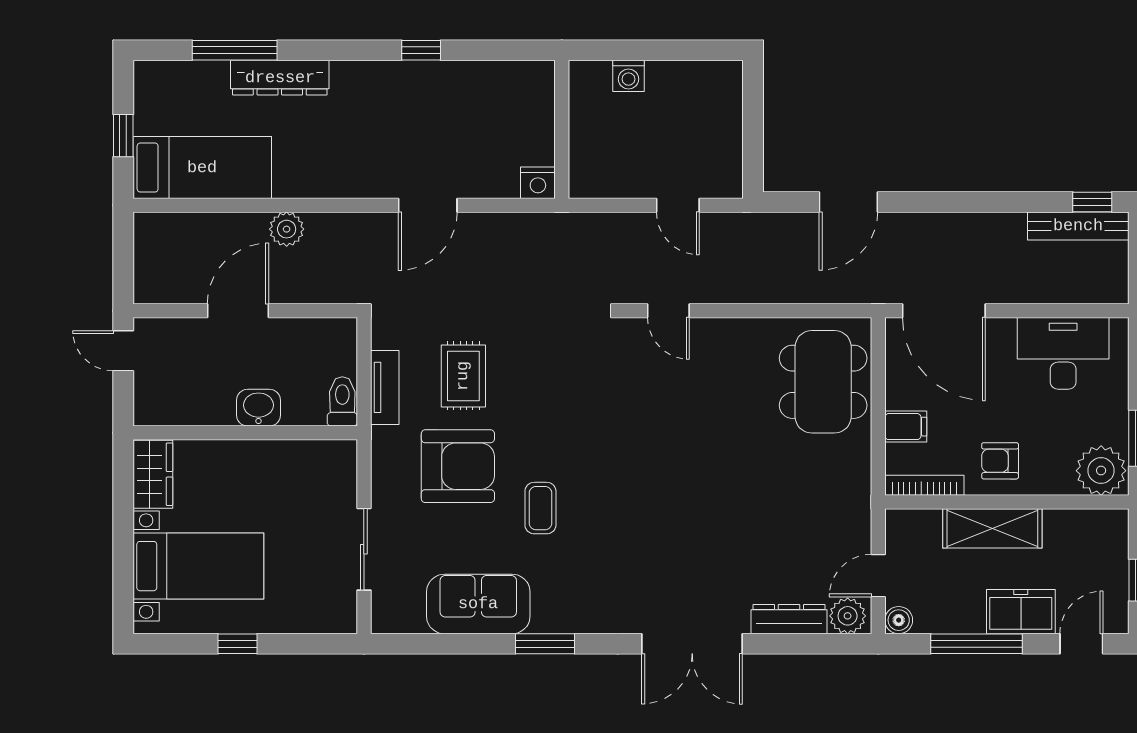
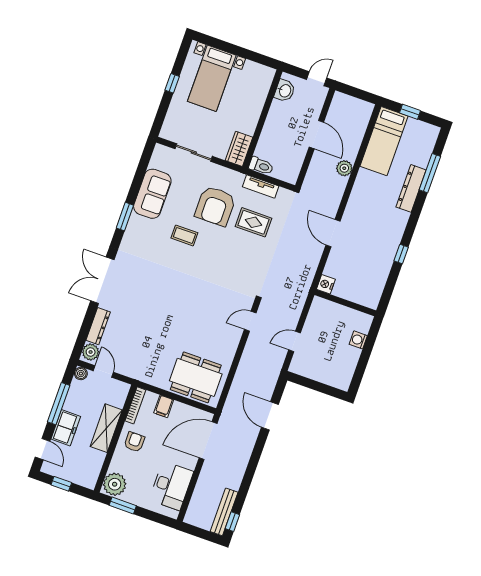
washbasin: (258, 408) -> (285, 91), moved
wardrobe: (153, 474) -> (239, 149), moved, turned 90

